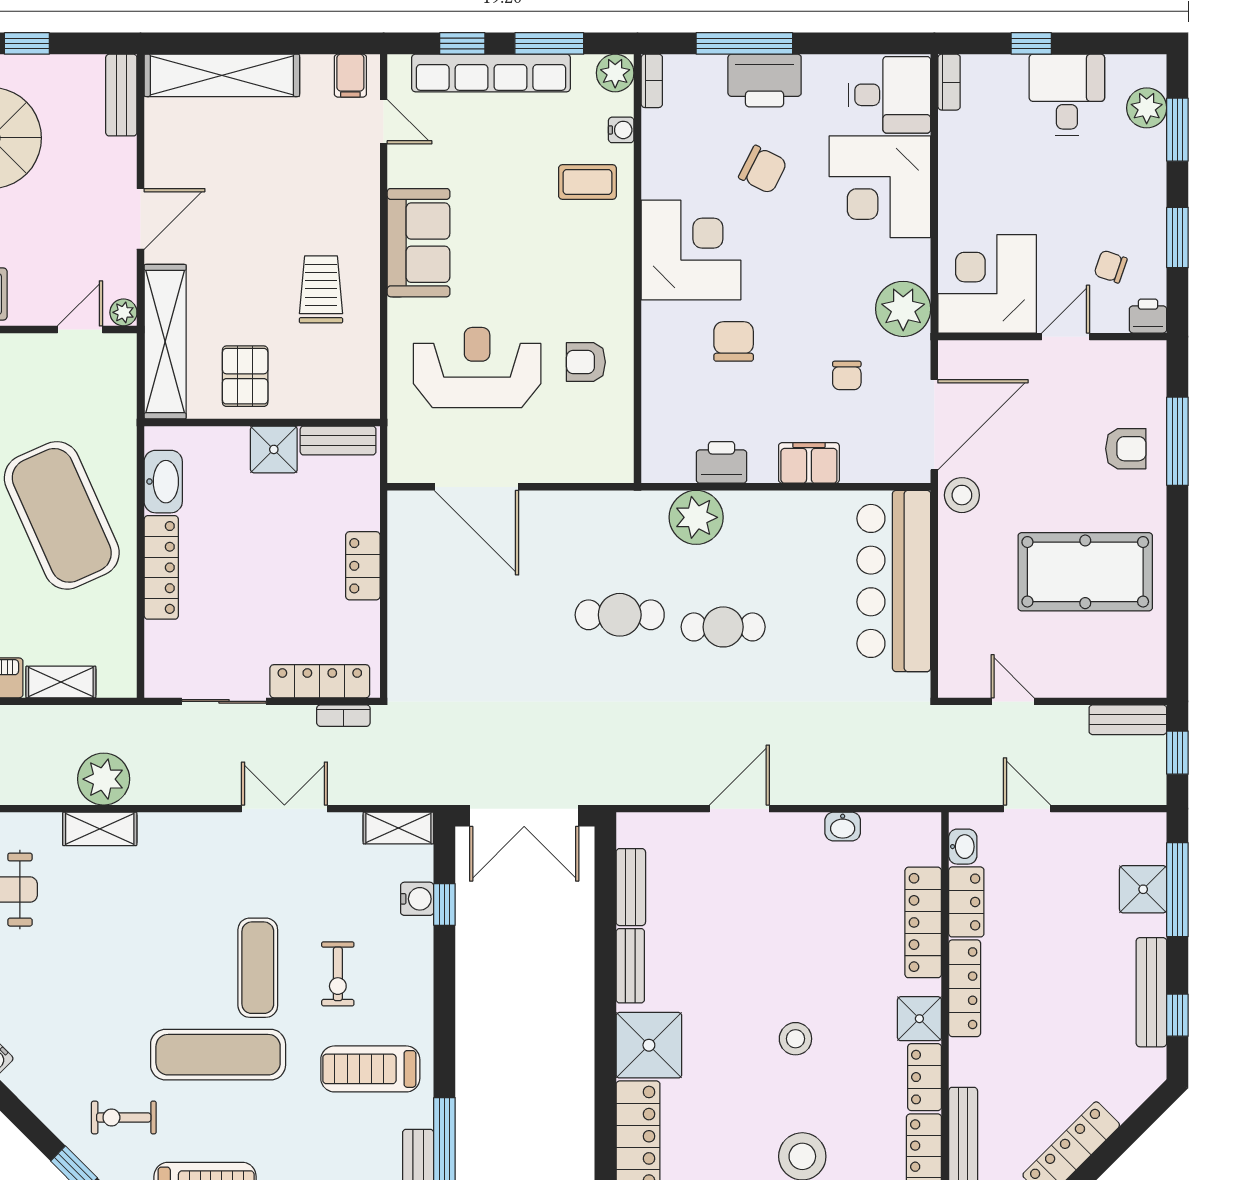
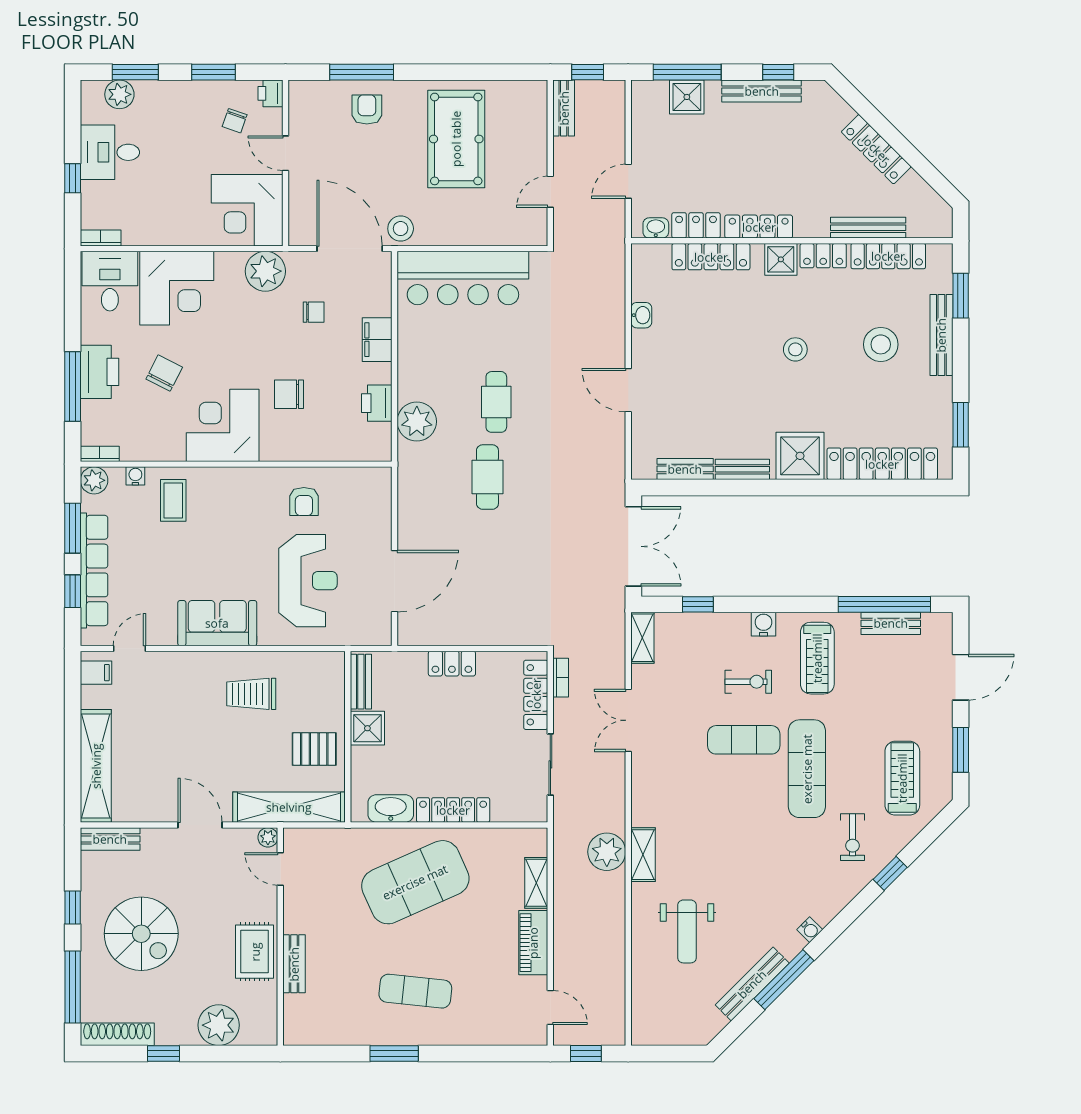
reception desk: (477, 368) -> (308, 581), turned 180
water cooler: (417, 899) -> (764, 624), moved

